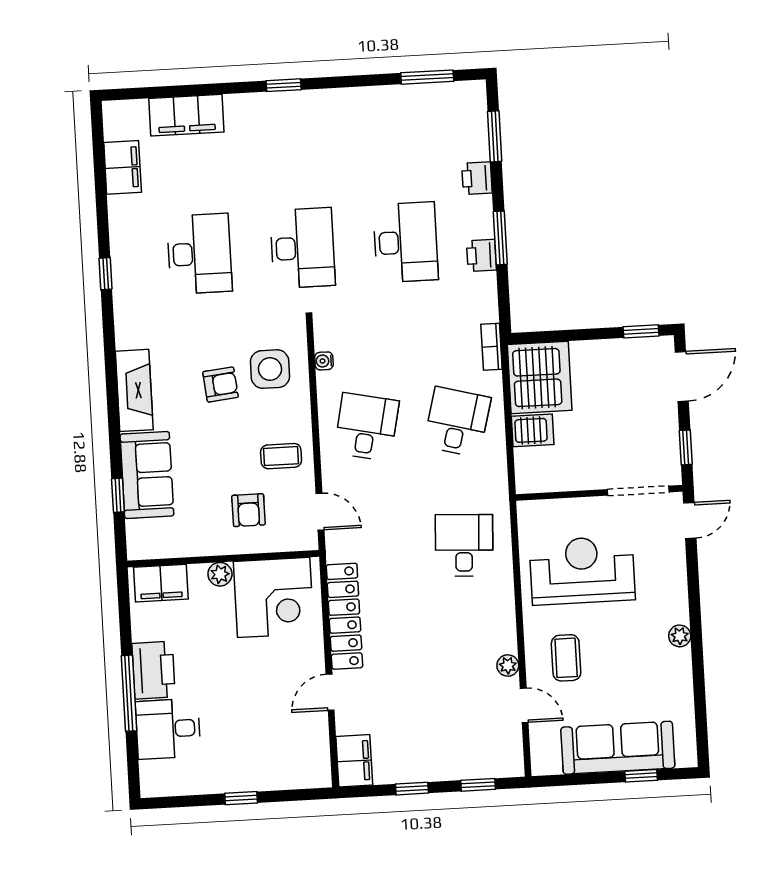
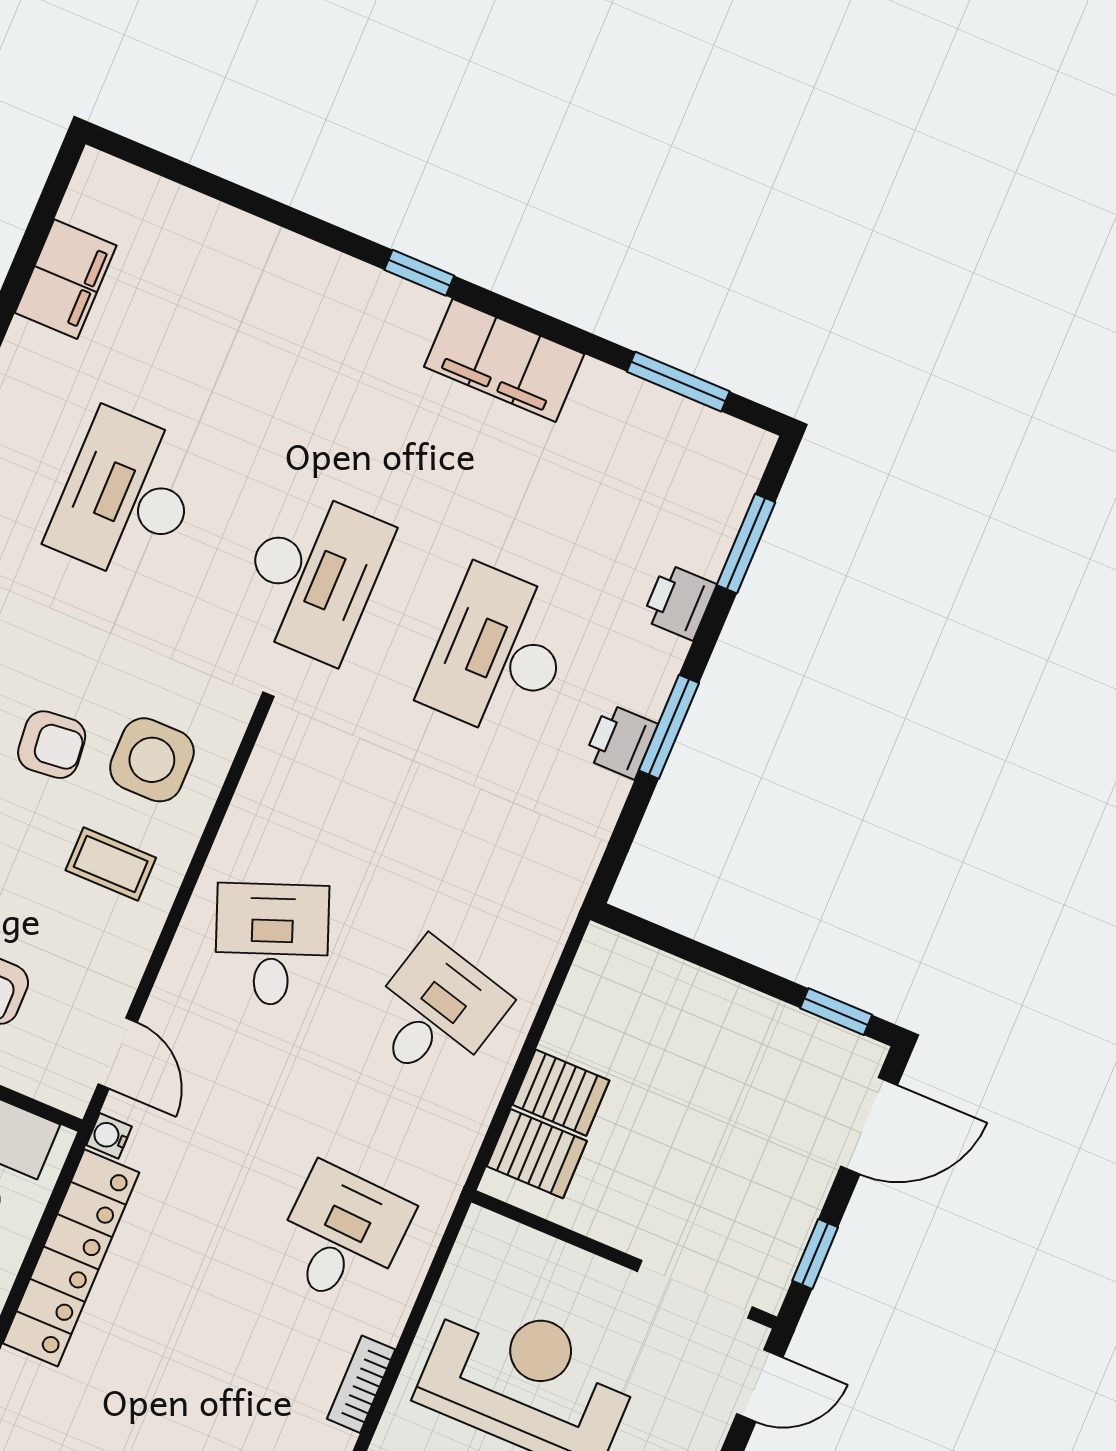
filing cabinet: (186, 115) -> (504, 360), moved
desk: (406, 242) -> (499, 653), turned 180
desk: (199, 254) -> (127, 497), turned 180
bookcase: (491, 347) -> (361, 1384), moved
water cooler: (324, 361) -> (109, 1136), moved
server rack: (540, 377) -> (537, 1154), moved, width x0.46, depth x0.70
desk: (366, 427) -> (272, 944), turned -33
coffee table: (281, 456) -> (111, 864), moved

